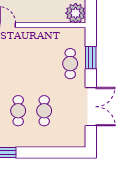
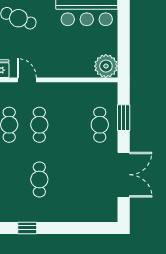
cafe table: (44, 111) -> (39, 125), moved

